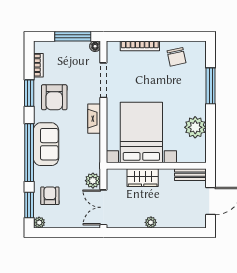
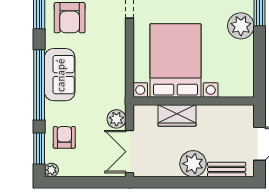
fireplace: (94, 119) -> (118, 44), removed
plant: (195, 127) -> (241, 26), moved
bench: (190, 175) -> (227, 169), moved
plant: (151, 222) -> (193, 164), width x1.87, depth x1.87

